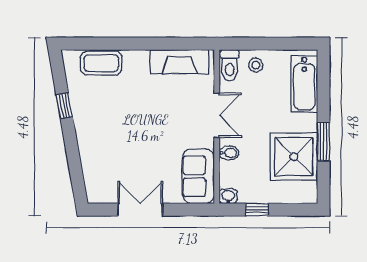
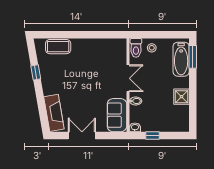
fireplace: (179, 62) -> (54, 113), moved, turned -100
window: (323, 142) -> (193, 57), moved
shower: (294, 157) -> (181, 97), width x0.54, depth x0.54

